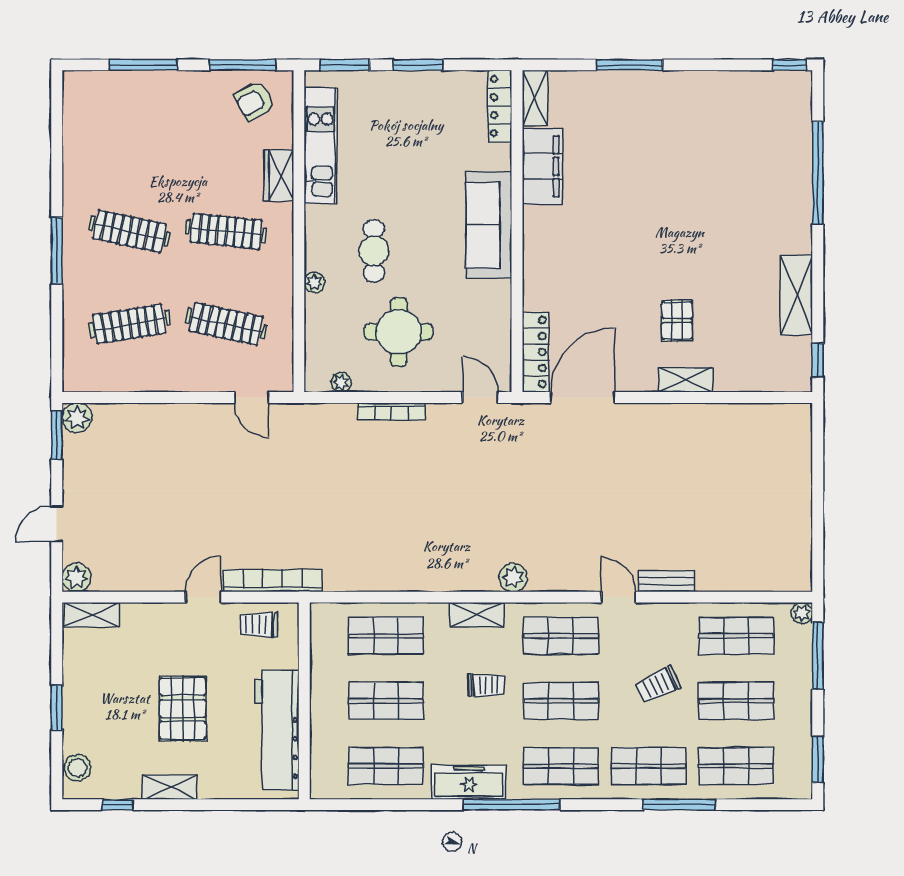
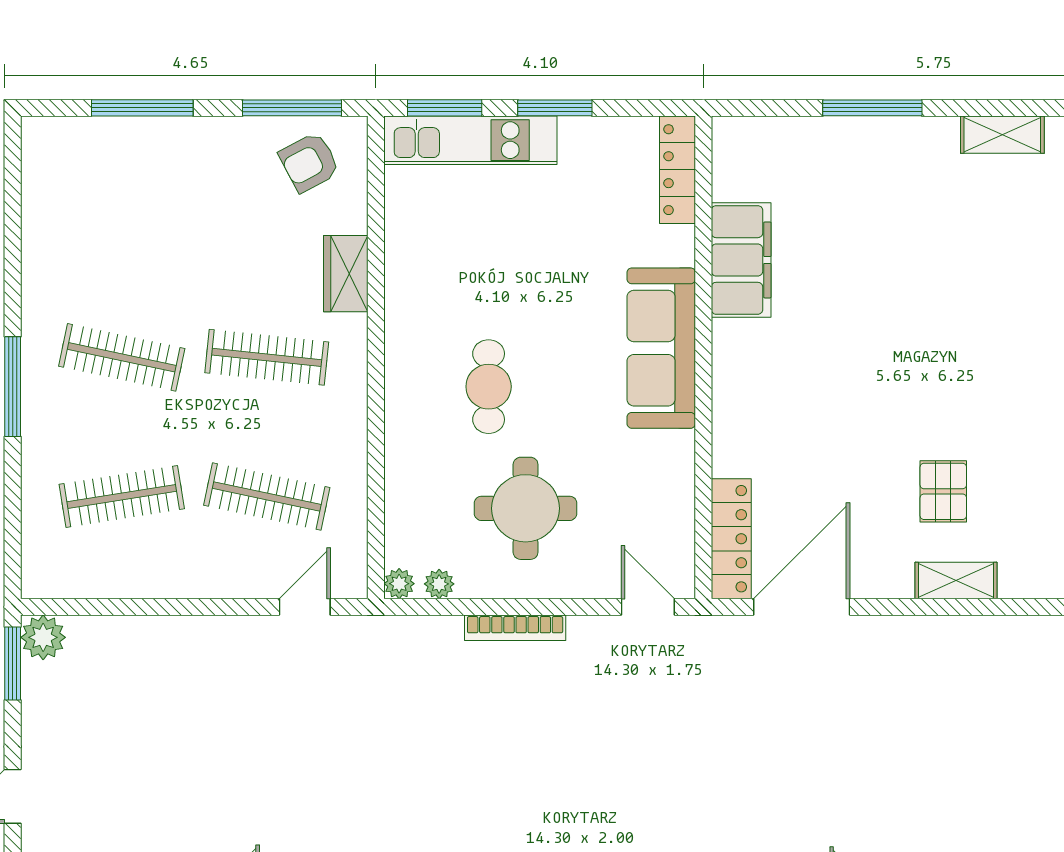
shelving: (535, 98) -> (1002, 135), moved, turned 90
kitchen unit: (320, 146) -> (470, 140), moved, turned 90
plant: (314, 282) -> (399, 584), moved
door: (251, 398) -> (305, 607), swing flipped

